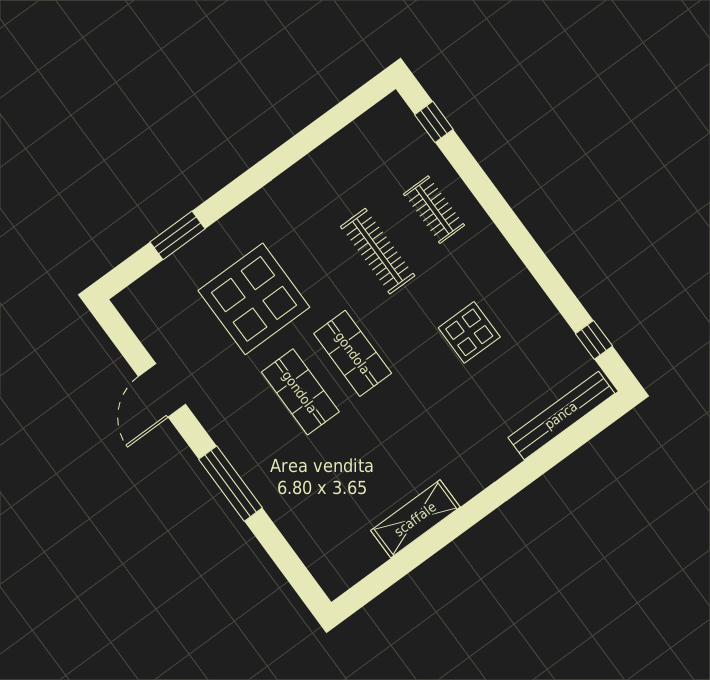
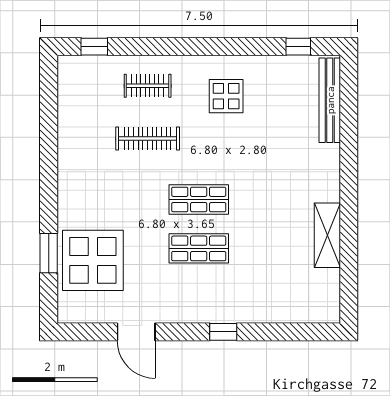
display table: (254, 299) -> (93, 260), moved
display table: (469, 332) -> (226, 96), moved
window: (230, 484) -> (223, 332), width x0.46

